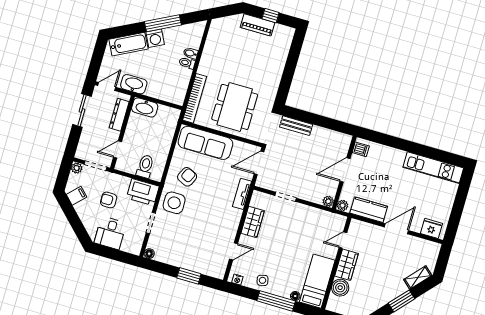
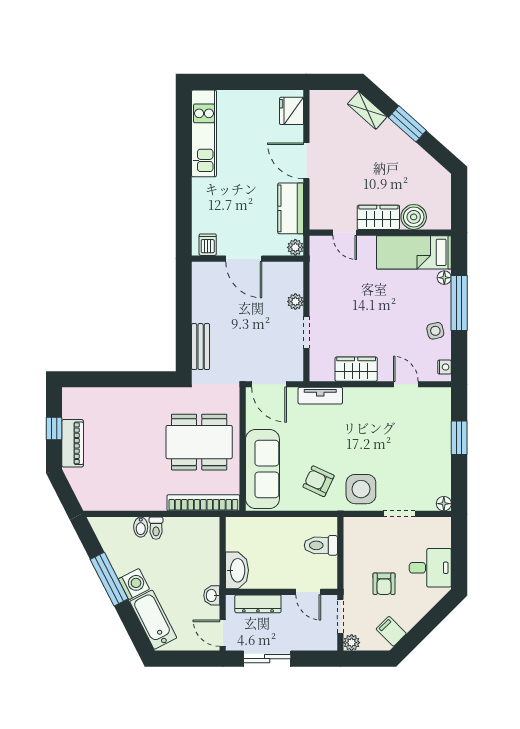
washbasin: (134, 84) -> (212, 595), width x0.52, depth x0.69
printer: (143, 192) -> (359, 538), removed
plant: (328, 201) -> (295, 302), moved

